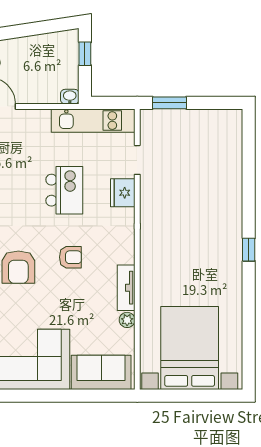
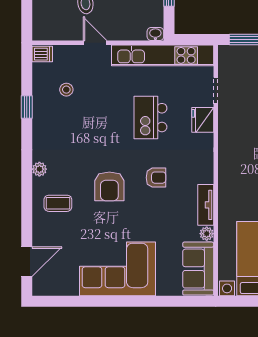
kitchen unit: (93, 121) -> (163, 55), width x1.36
kitchen island: (64, 190) -> (150, 118), turned 180
sofa: (101, 372) -> (198, 269), moved, turned -90

